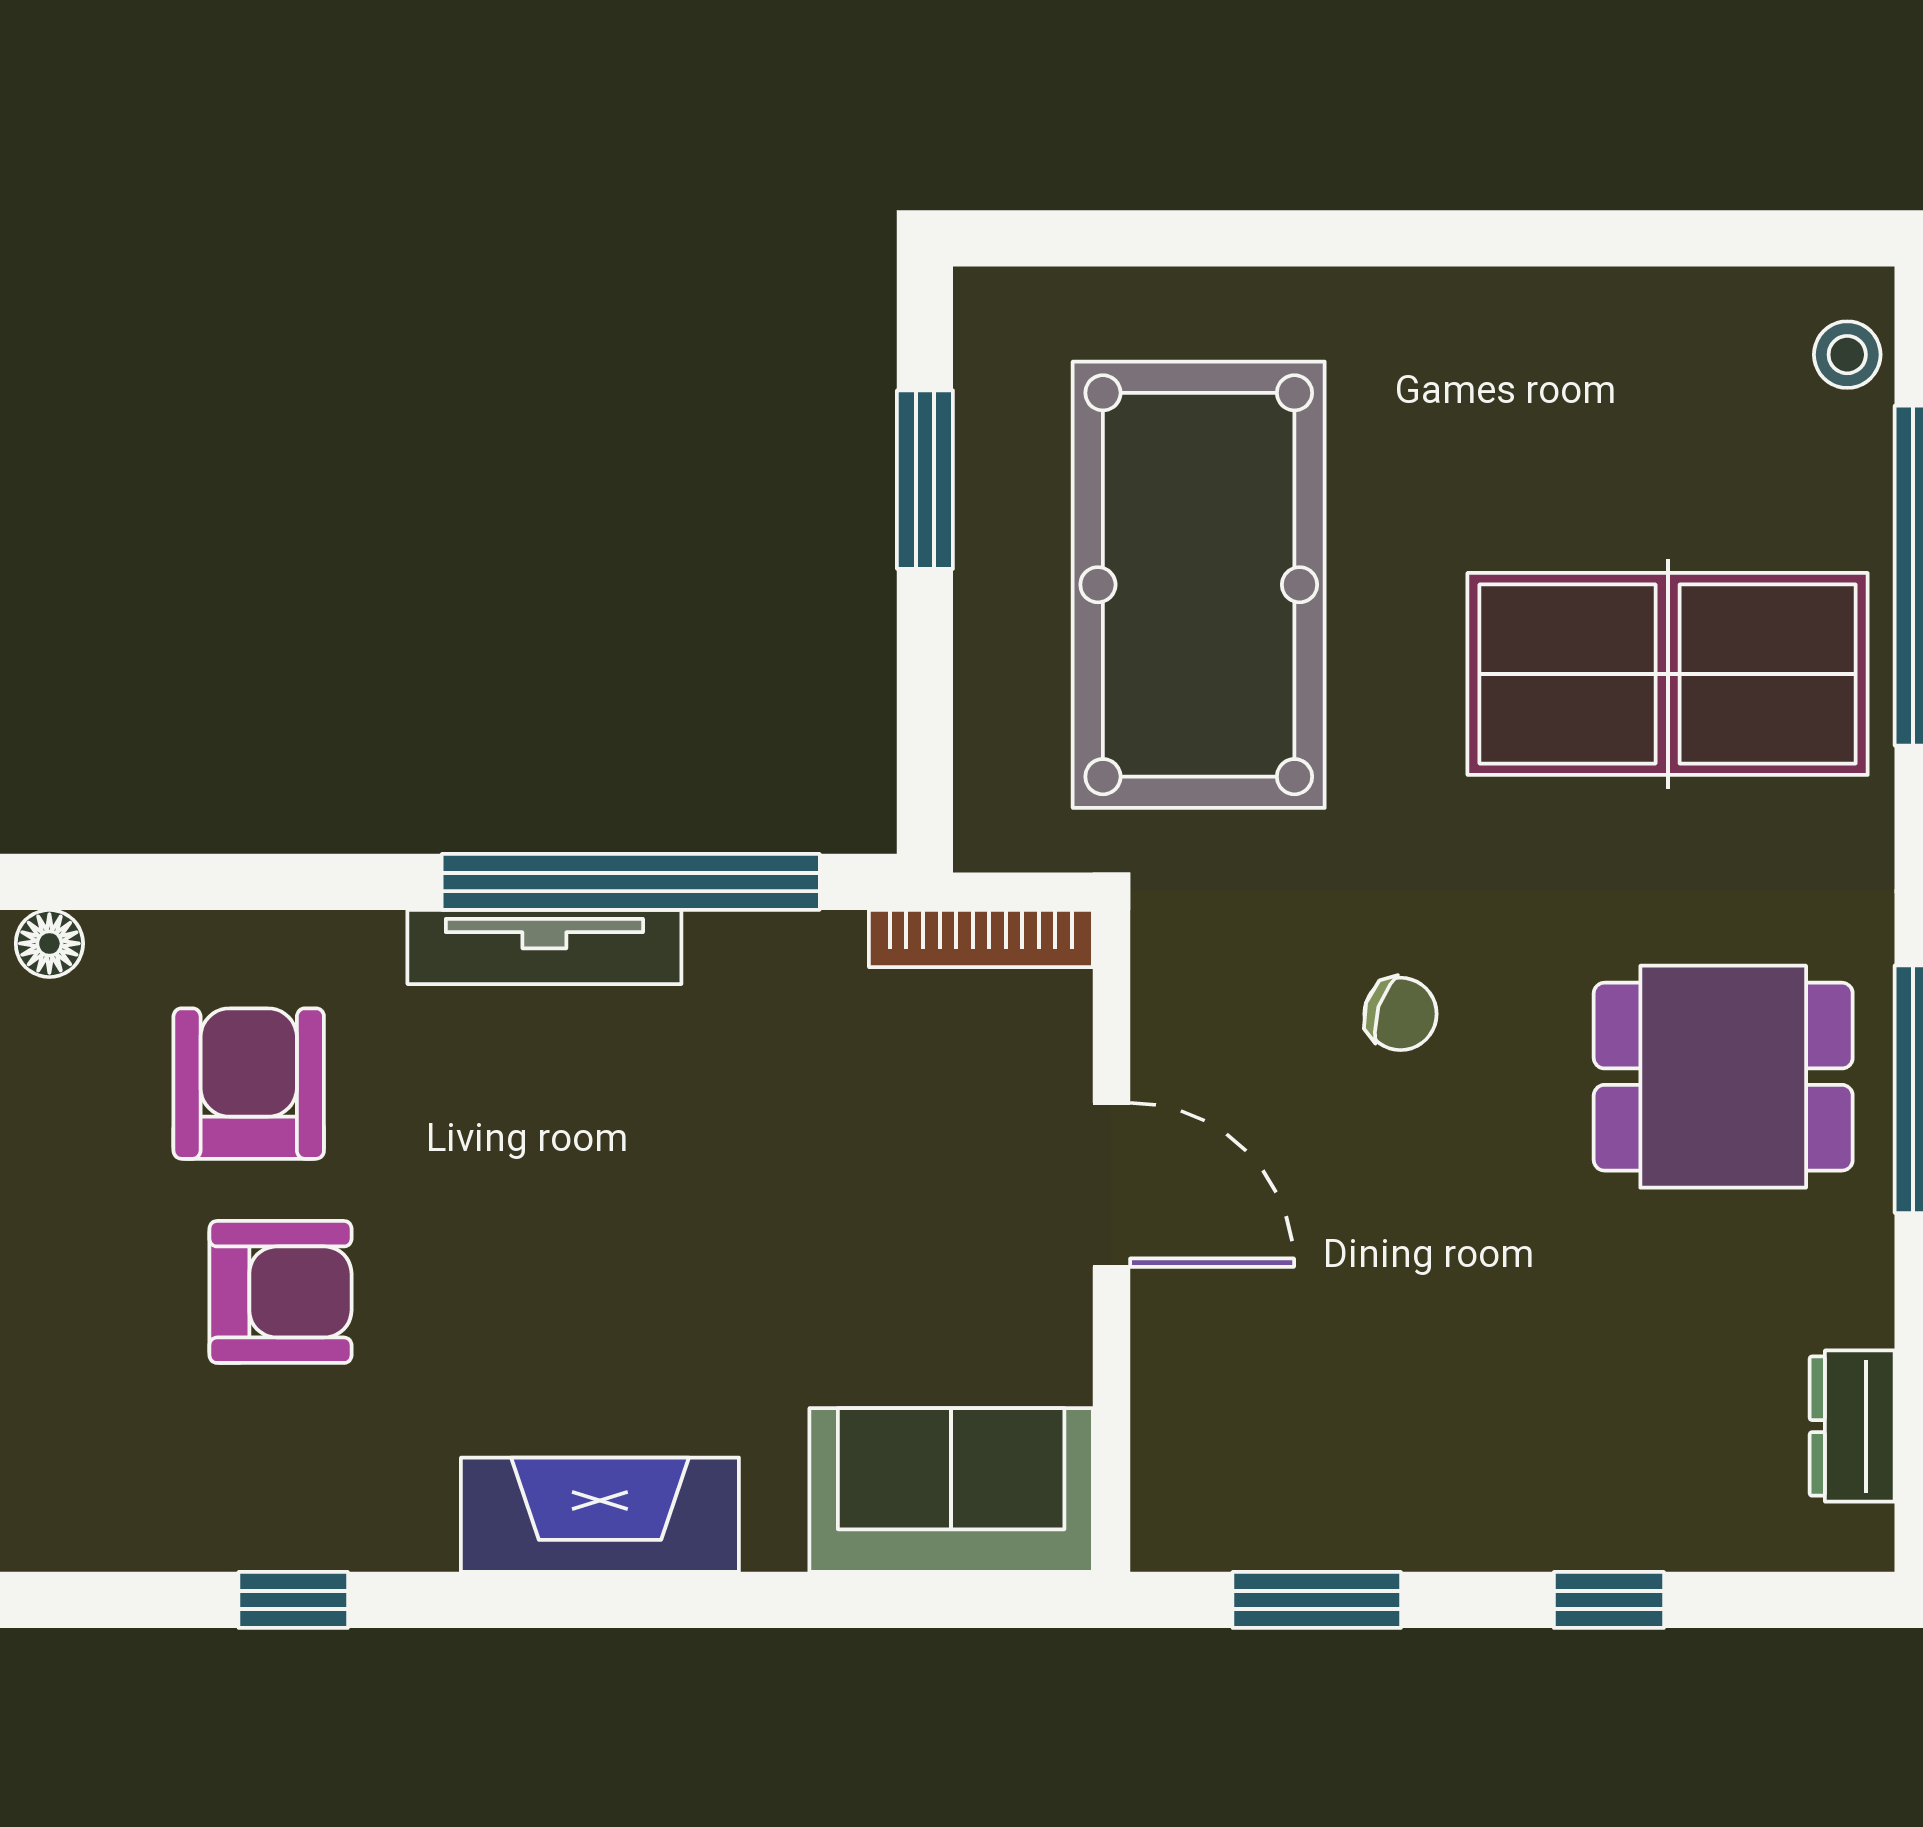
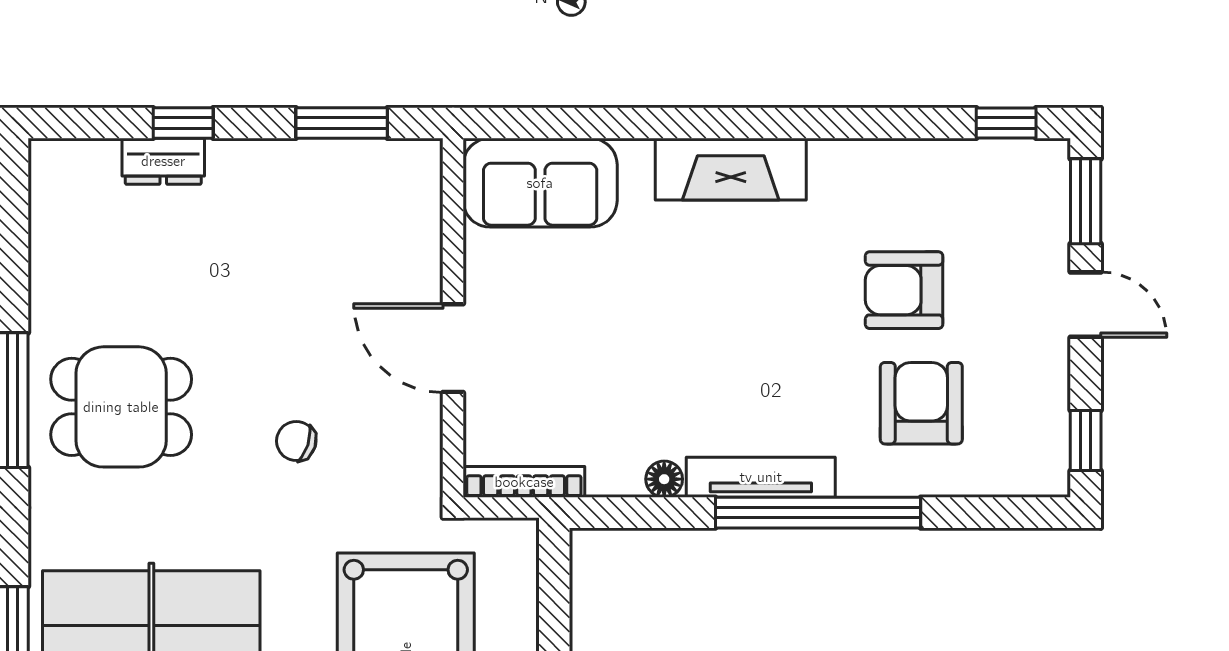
window: (631, 882) -> (818, 513), moved
floor lamp: (49, 943) -> (664, 479), moved
armchair: (249, 1084) -> (921, 403), turned 180
dresser: (1852, 1426) -> (163, 161), moved, turned 90
window: (293, 1600) -> (1006, 123), moved

